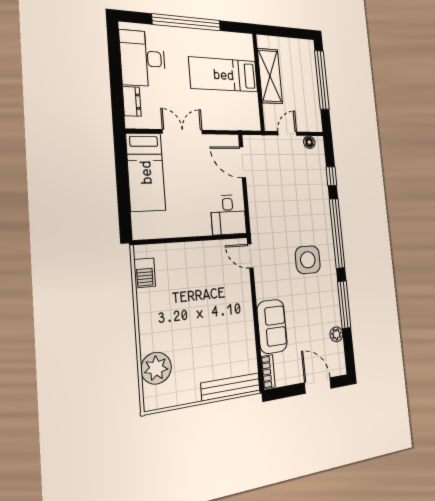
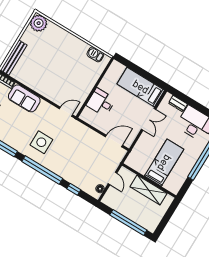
desk: (228, 215) -> (101, 102), moved
plant: (156, 368) -> (39, 23), moved

